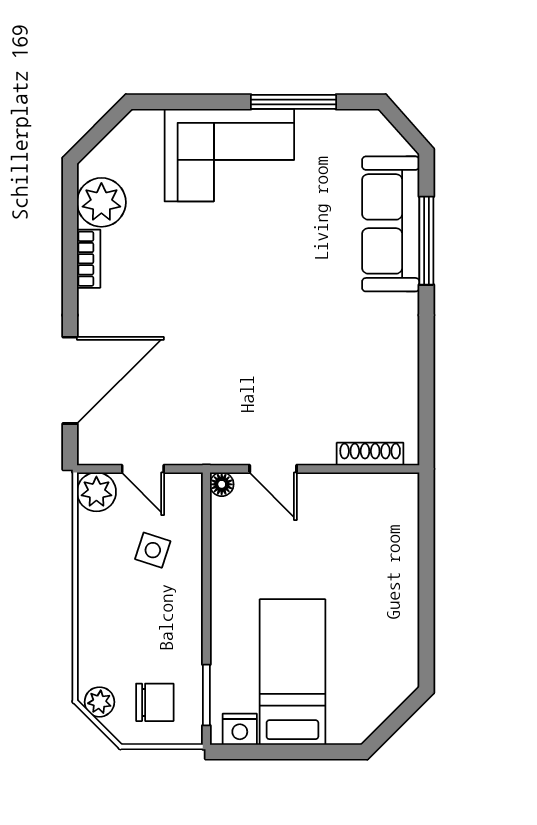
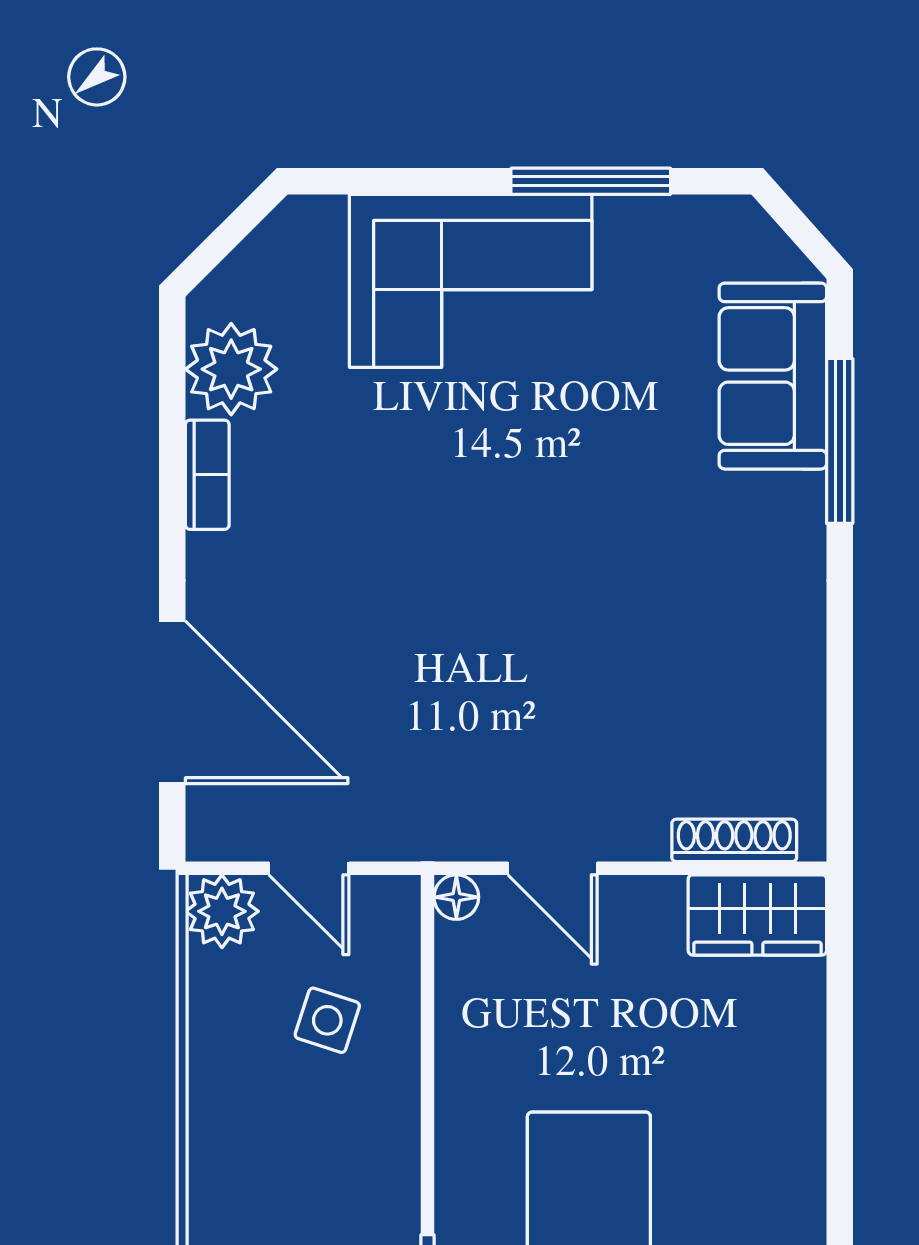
sofa: (391, 224) -> (773, 376), width x0.73
door: (70, 380) -> (172, 702), hinge flipped
wardrobe: (382, 494) -> (757, 915), added

